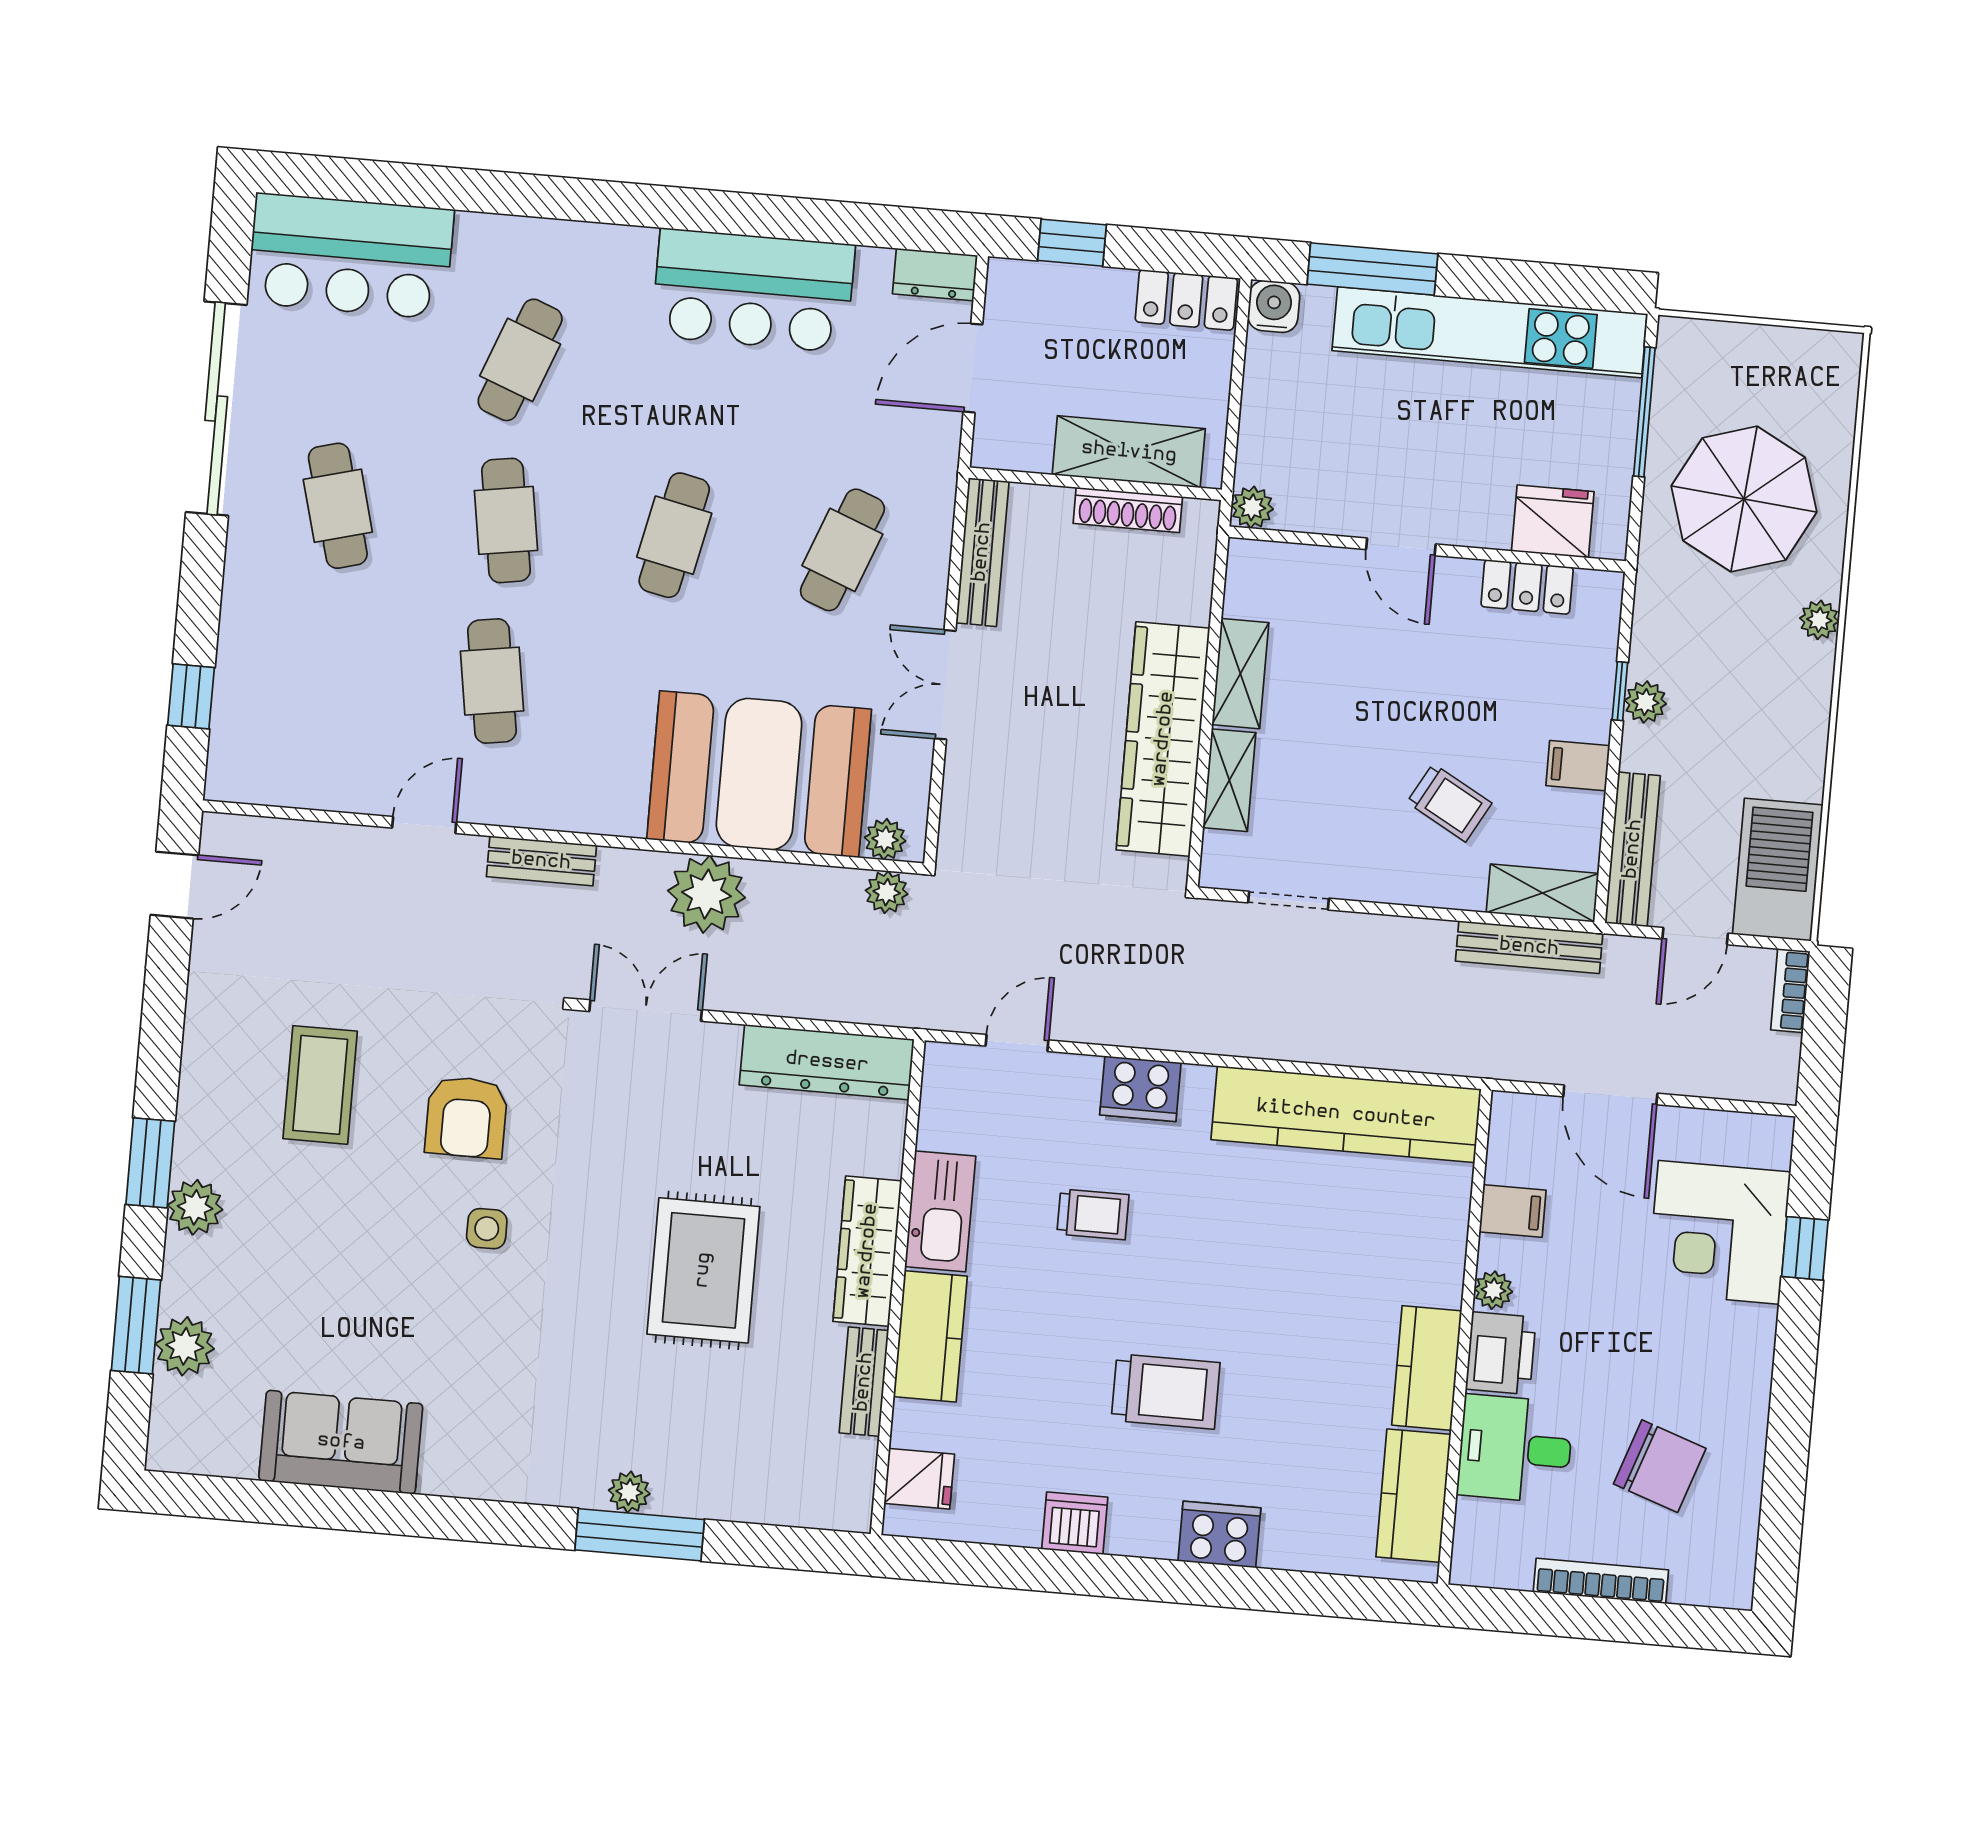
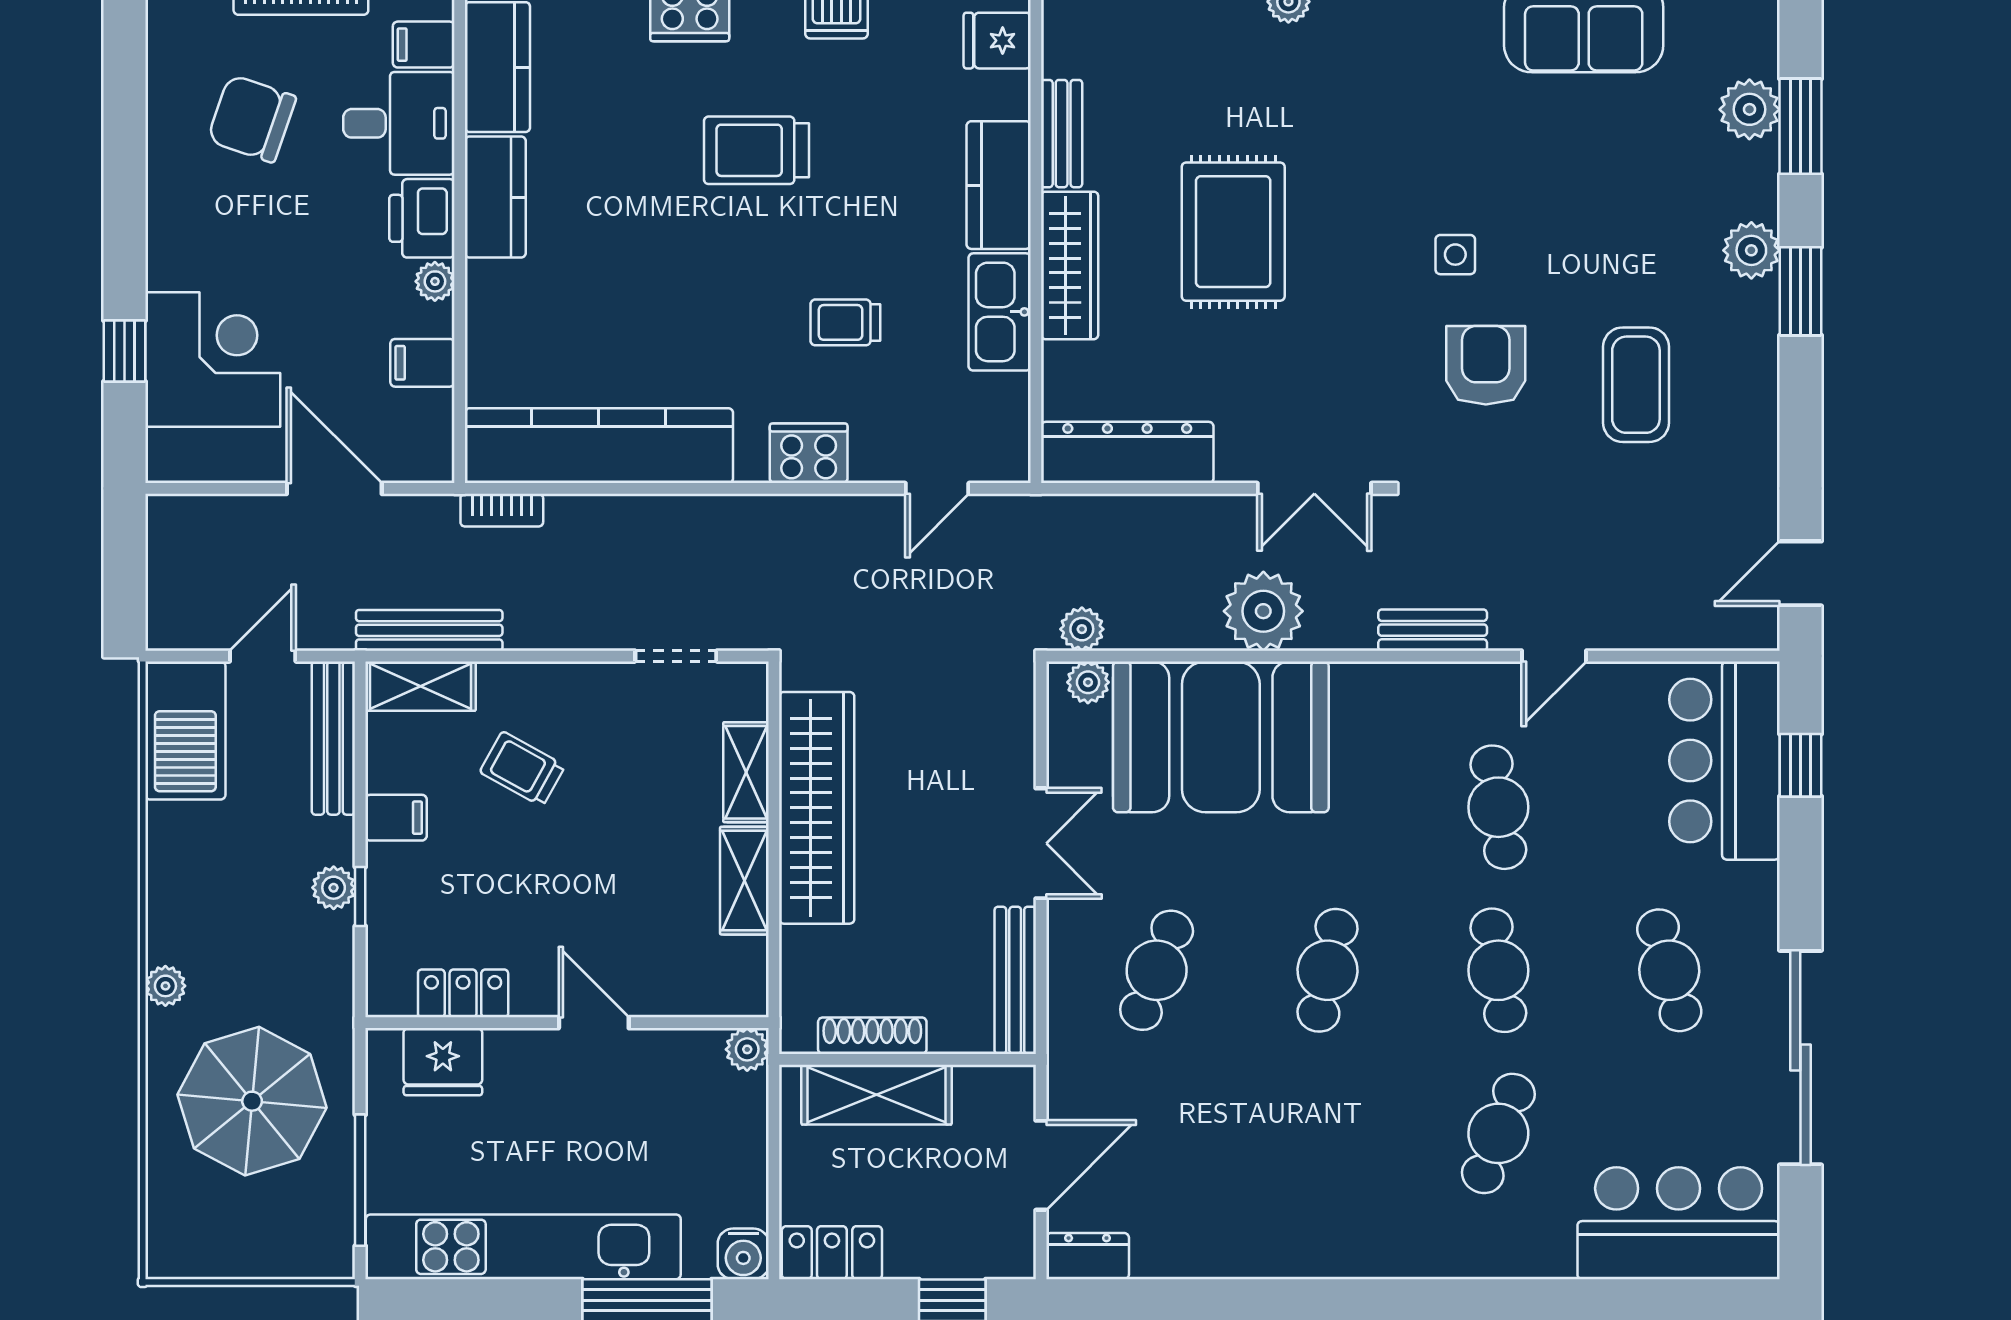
bar counter: (753, 290) -> (1724, 761), moved, turned -90
bookcase: (1790, 991) -> (502, 510), moved, turned 90
filing cabinet: (1484, 1524) -> (424, 45), added

